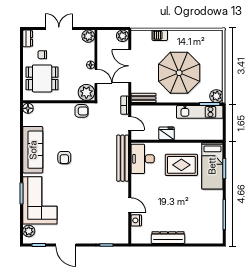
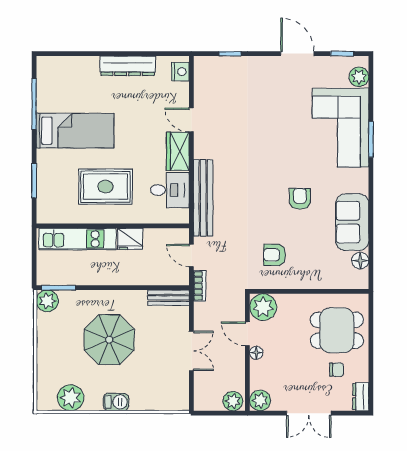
barbecue: (160, 35) -> (116, 402), moved
plant: (122, 36) -> (233, 401), moved
plant: (202, 38) -> (71, 398), added
double door: (130, 66) -> (191, 351), width x0.73
parasol: (179, 73) -> (109, 340), width x0.73, depth x0.73
floor lamp: (28, 108) -> (360, 261), moved
armchair: (82, 111) -> (275, 255), moved
kitchen unit: (200, 112) -> (77, 239), moved, turned 180
sofa: (33, 150) -> (352, 222), width x0.73
desk: (143, 159) -> (170, 190), width x0.73
bed: (212, 166) -> (75, 131), moved, turned 90
wardrobe: (138, 186) -> (178, 151), added
nightstand: (136, 220) -> (180, 72), moved

